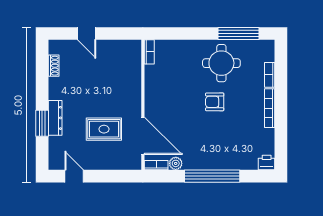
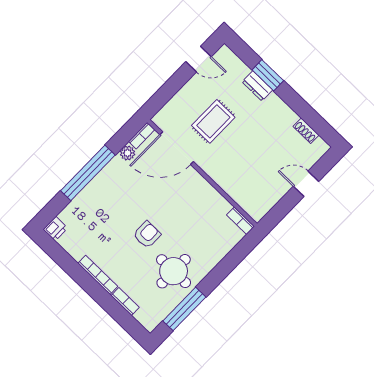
dresser: (55, 118) -> (257, 86), width x0.70

